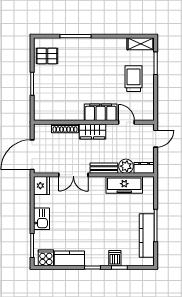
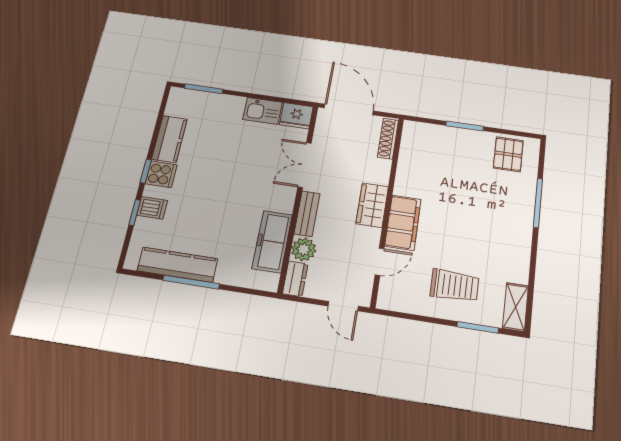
shoe rack: (65, 128) -> (388, 139), moved
kitchen sink: (42, 219) -> (263, 111), moved
cooker: (46, 258) -> (161, 174), moved

